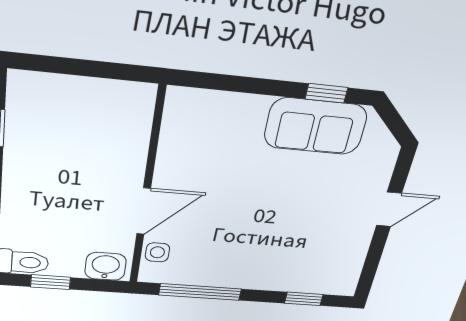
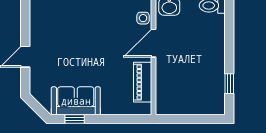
piano: (176, 147) -> (143, 82), added

